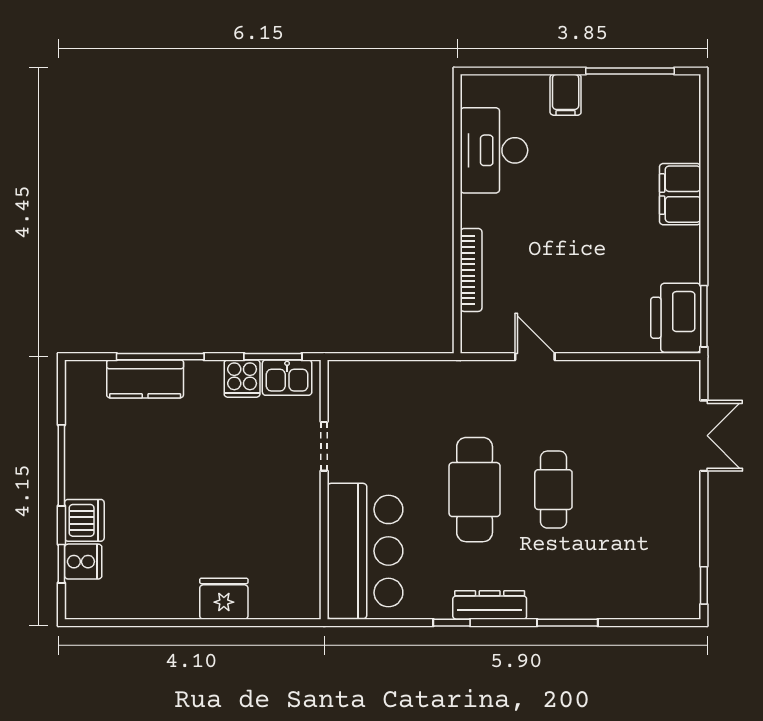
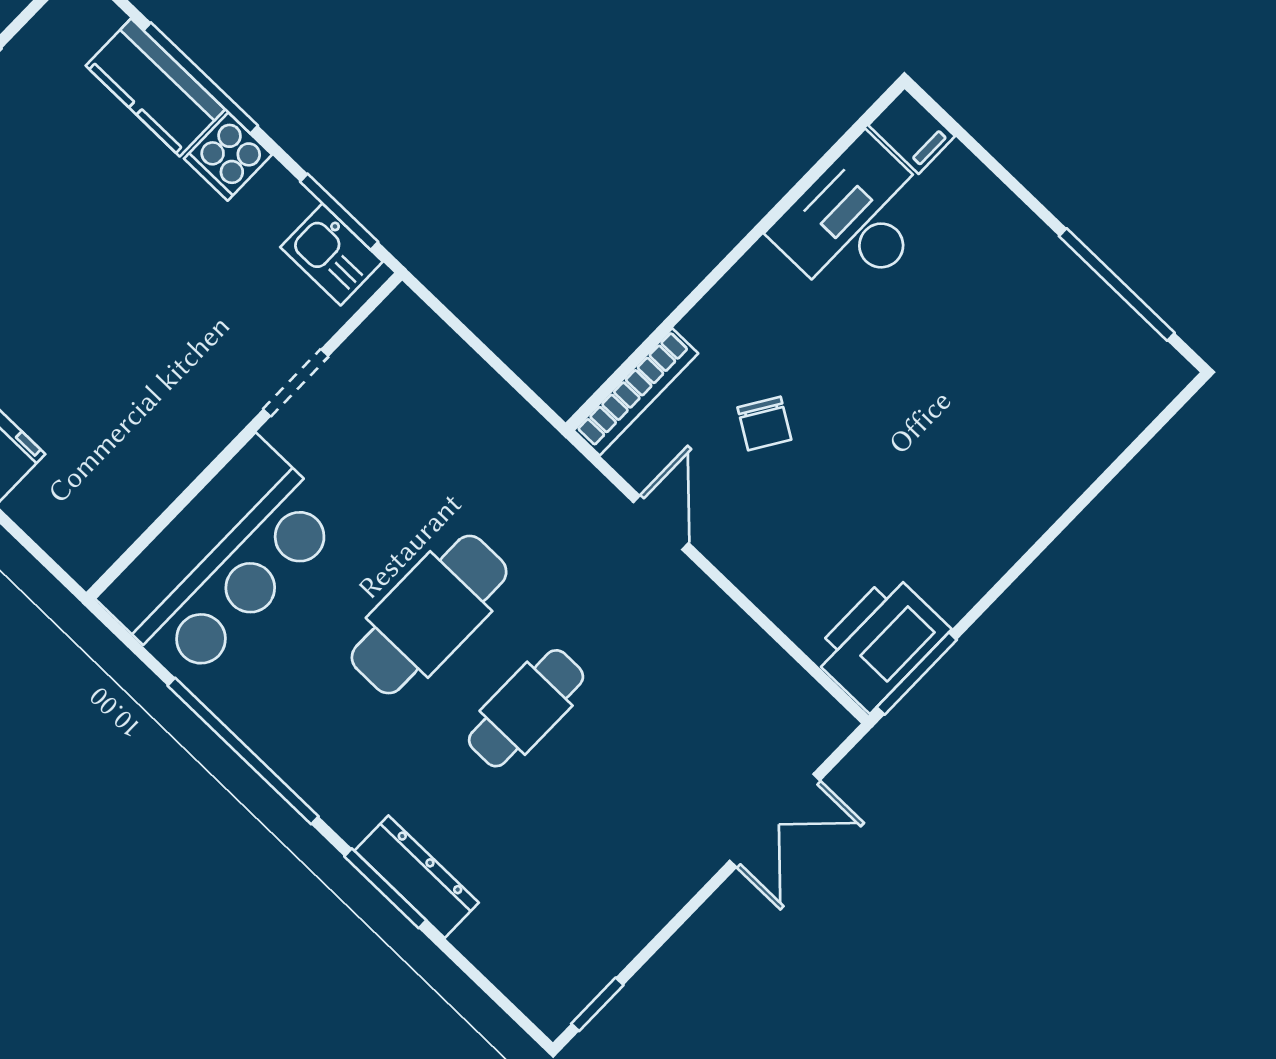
filing cabinet: (566, 95) -> (912, 131), moved, turned -90
filing cabinet: (680, 194) -> (1032, 495), removed
bookcase: (471, 270) -> (636, 392), moved
chair: (538, 273) -> (764, 423), added
cooker: (242, 379) -> (228, 157), moved
dresser: (490, 605) -> (417, 877), moved
window: (452, 623) -> (243, 751), width x3.17

